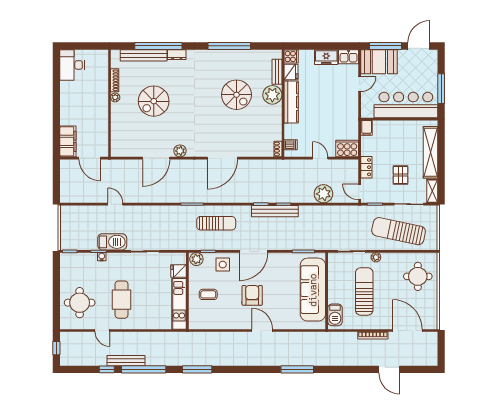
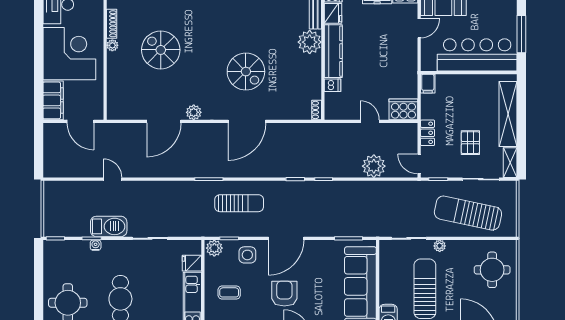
spiral stairs: (236, 95) -> (246, 72), moved
spiral stairs: (154, 101) -> (161, 50), turned 90
corner desk: (81, 104) -> (69, 54), added
dishwasher: (291, 145) -> (333, 85), moved
bench: (275, 211) -> (313, 188), removed

